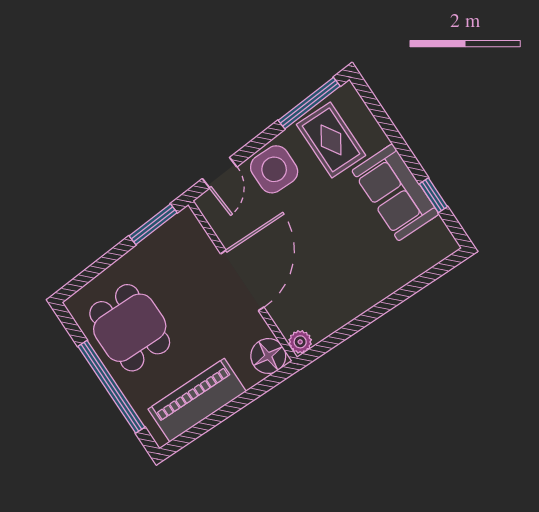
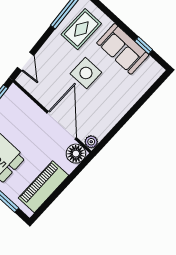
rug: (331, 140) -> (81, 29), turned 90
side table: (274, 169) -> (86, 73), moved
door: (242, 280) -> (62, 125), moved

